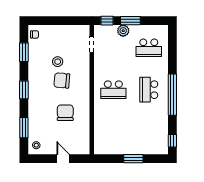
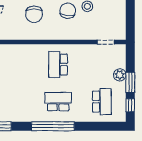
window: (107, 21) -> (130, 105), moved
school desk: (149, 48) -> (102, 102), turned 180
chair: (65, 113) -> (34, 14), turned 90

